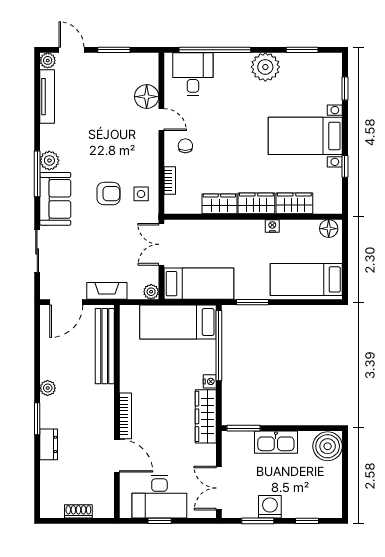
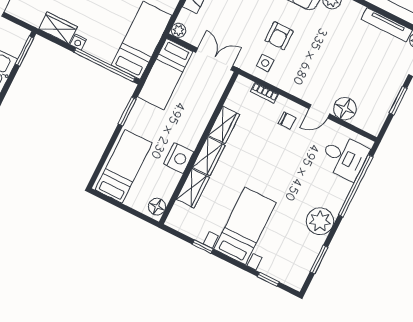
nightstand: (272, 226) -> (179, 158), width x1.89, depth x1.79
wardrobe: (206, 416) -> (58, 28), width x0.67

